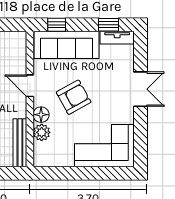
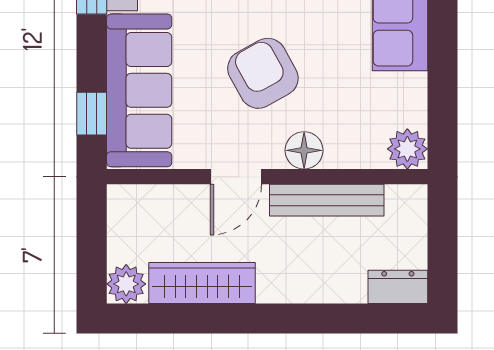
plant: (42, 132) -> (407, 149), moved
bench: (20, 143) -> (327, 200), moved

